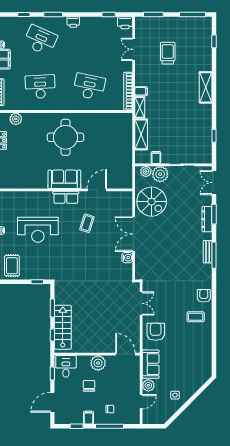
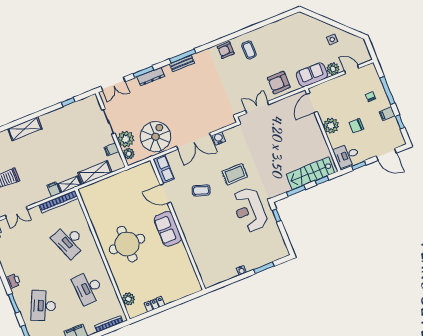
desk: (89, 87) -> (69, 241), turned -33
row of seats: (66, 197) -> (164, 169), moved
reception desk: (38, 230) -> (250, 210), moved, turned 180
rug: (12, 266) -> (235, 174), moved

